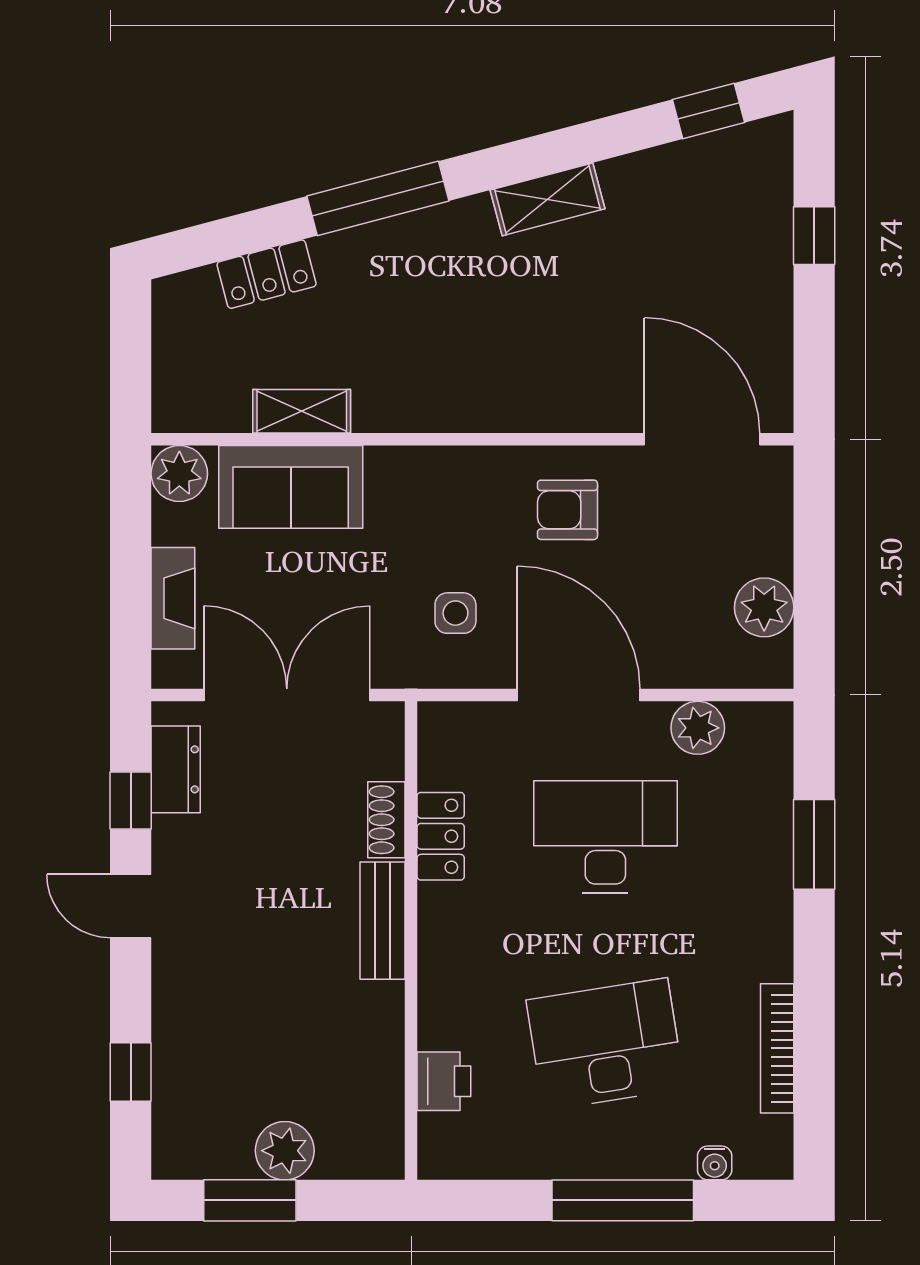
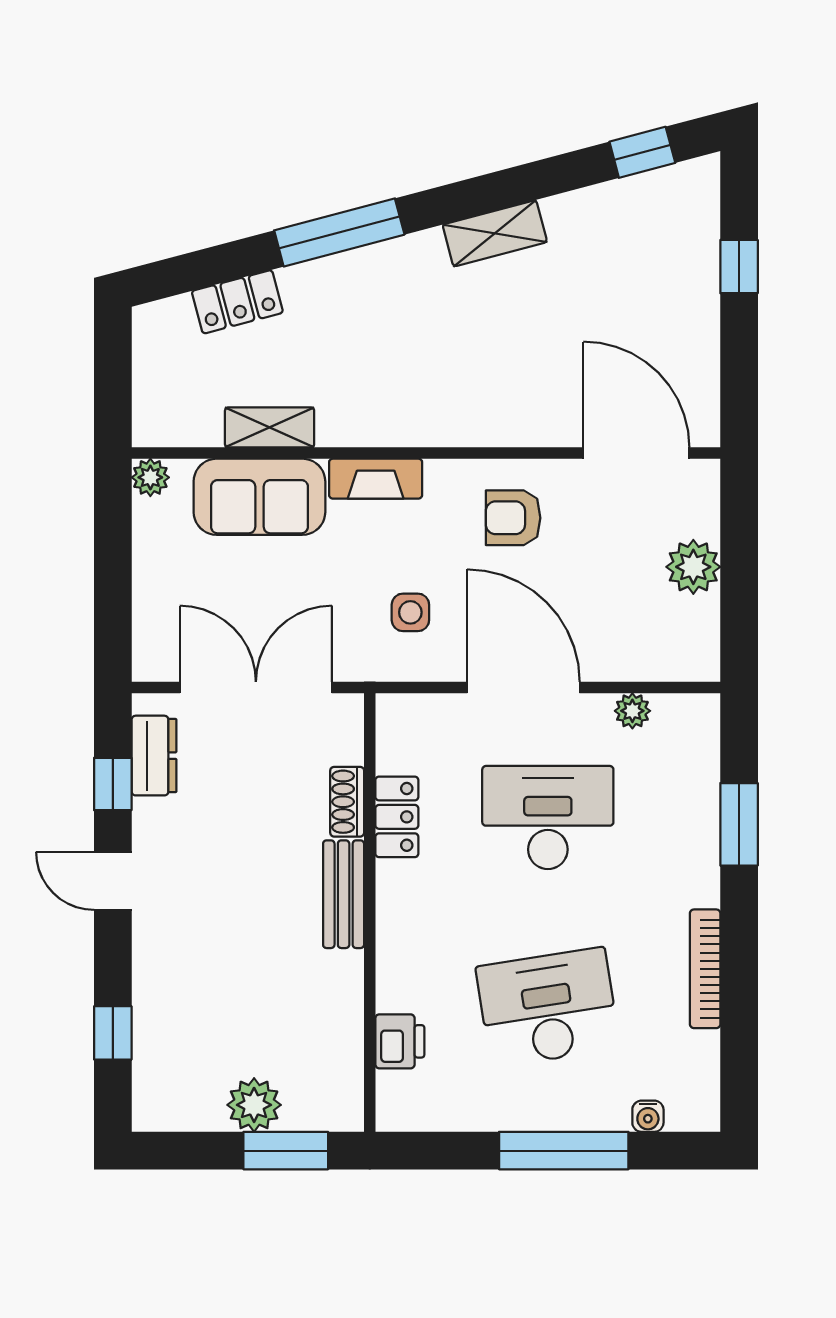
plant: (179, 474) -> (150, 477), width x0.73, depth x0.73
fireplace: (173, 598) -> (376, 479), moved, turned 90
plant: (764, 607) -> (693, 567), moved
plant: (698, 728) -> (632, 711), width x0.73, depth x0.73
bookcase: (777, 1048) -> (705, 969), moved
window: (250, 1200) -> (286, 1151), moved

